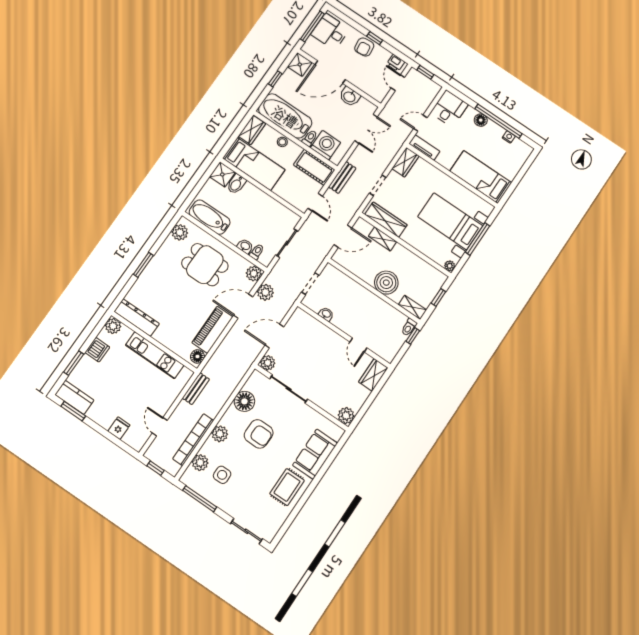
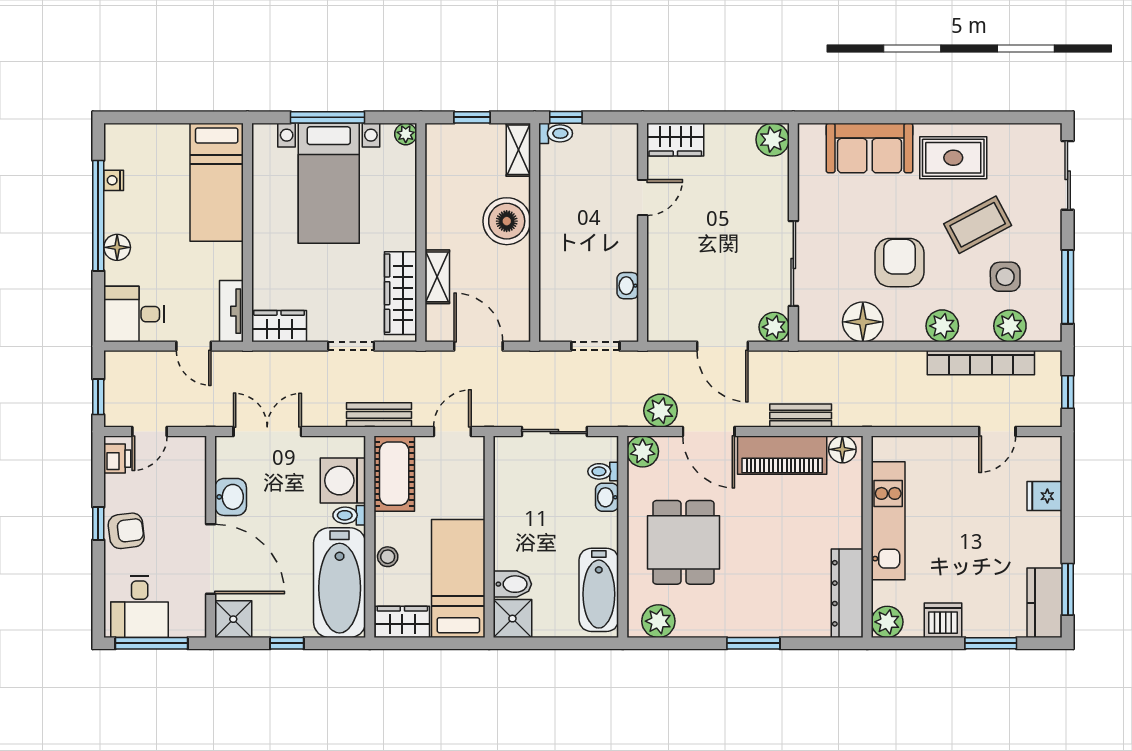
bench: (196, 389) -> (801, 416), moved
coffee table: (252, 478) -> (978, 225), added

